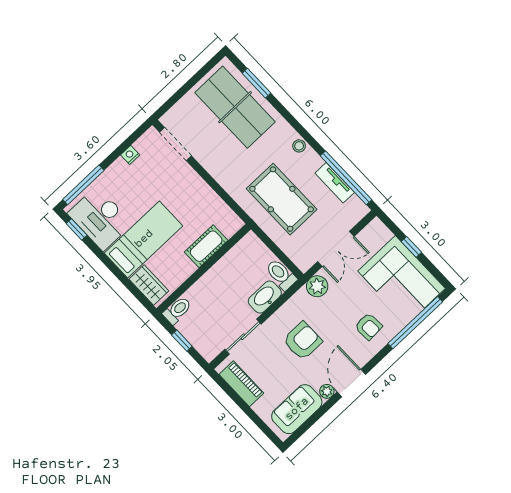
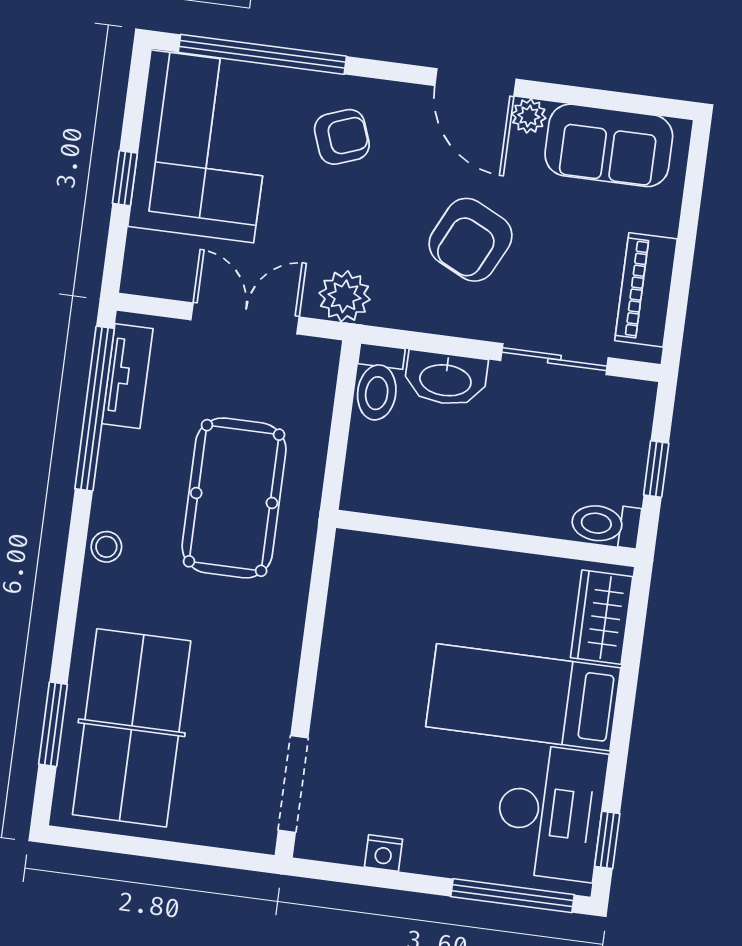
tv unit: (335, 183) -> (127, 376), moved
cot: (206, 246) -> (440, 568), removed
armchair: (368, 327) -> (342, 137), turned 73
armchair: (303, 341) -> (471, 240), turned -64
door: (351, 383) -> (475, 82), hinge flipped

